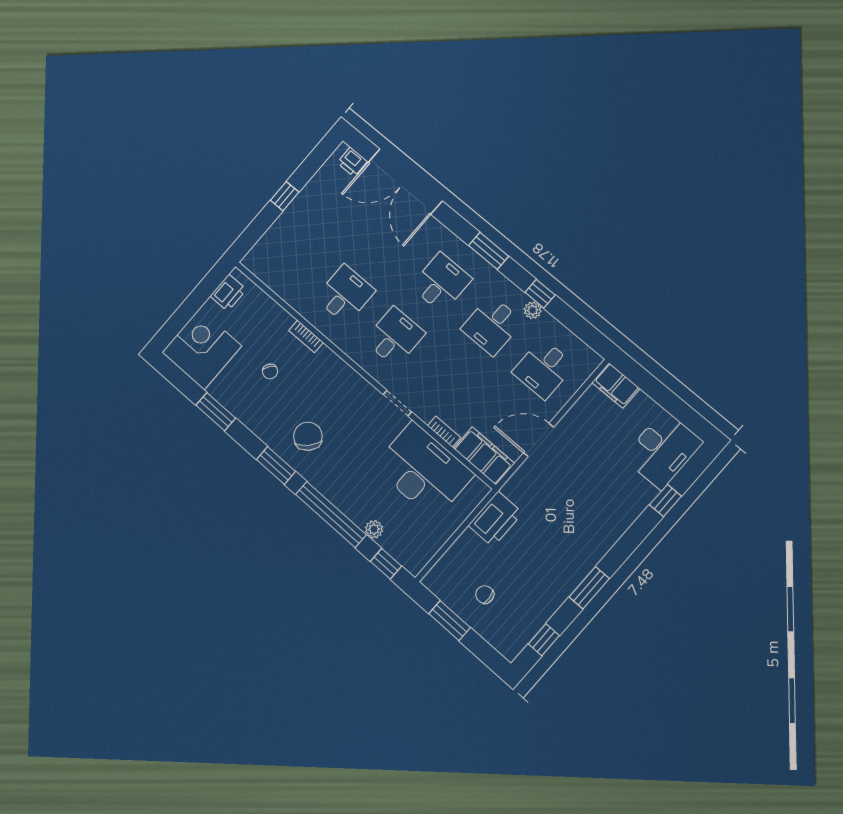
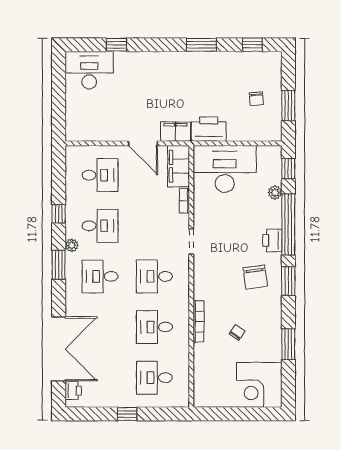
desk: (296, 252) -> (154, 378), added
printer: (228, 293) -> (272, 240), moved, turned -90
plant: (533, 310) -> (72, 245), moved
bookcase: (306, 336) -> (199, 321), width x1.56
filing cabinet: (616, 385) -> (175, 132), moved, turned -90
chair: (308, 436) -> (255, 277), turned -52
desk: (423, 470) -> (225, 169), moved, turned 90

